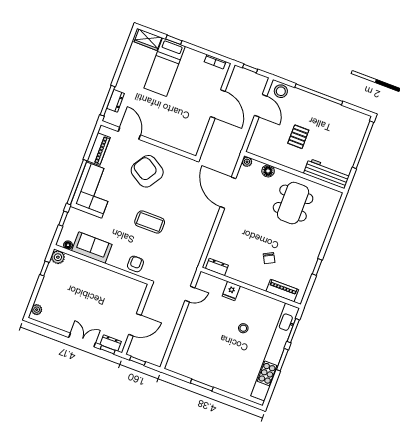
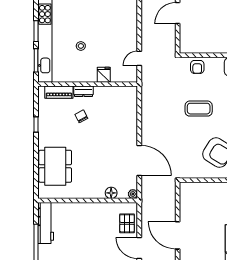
pallet: (298, 137) -> (127, 223), moved
workbench: (327, 174) -> (46, 223), moved, turned -90
dining table: (293, 203) -> (55, 166), moved
dresser: (217, 267) -> (83, 91), moved

